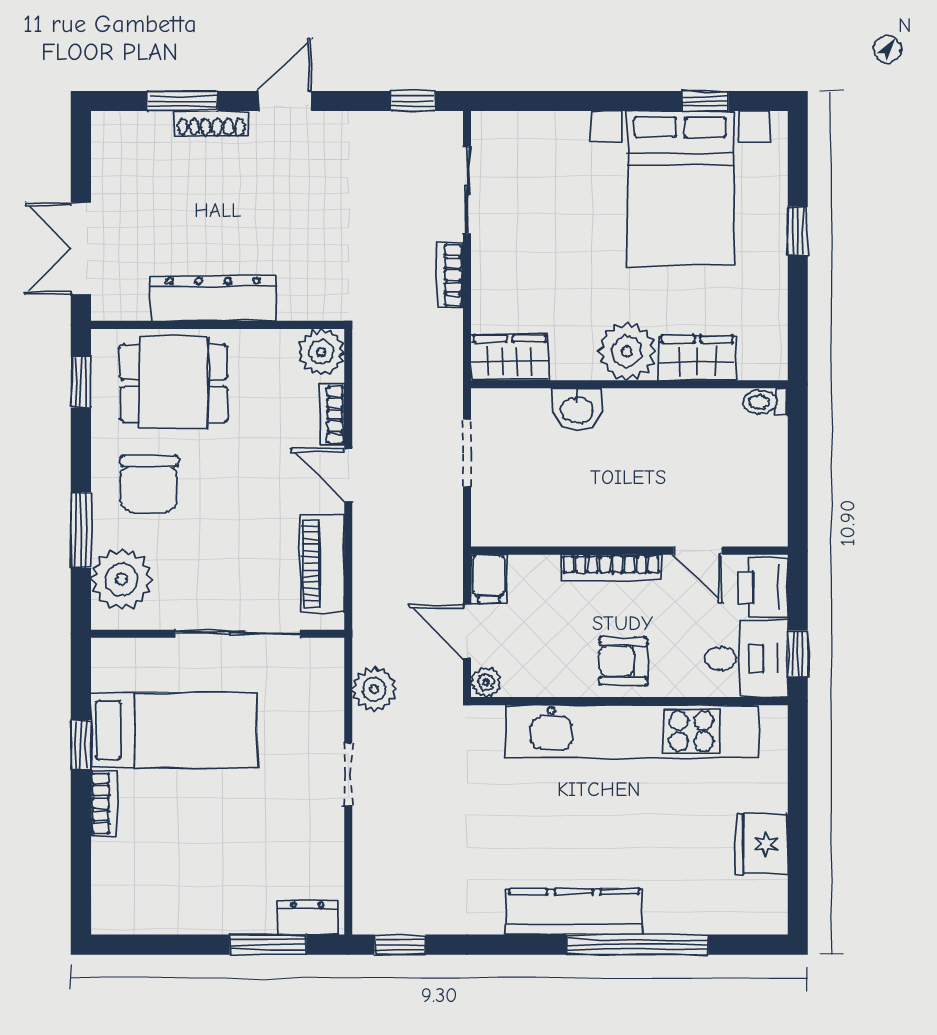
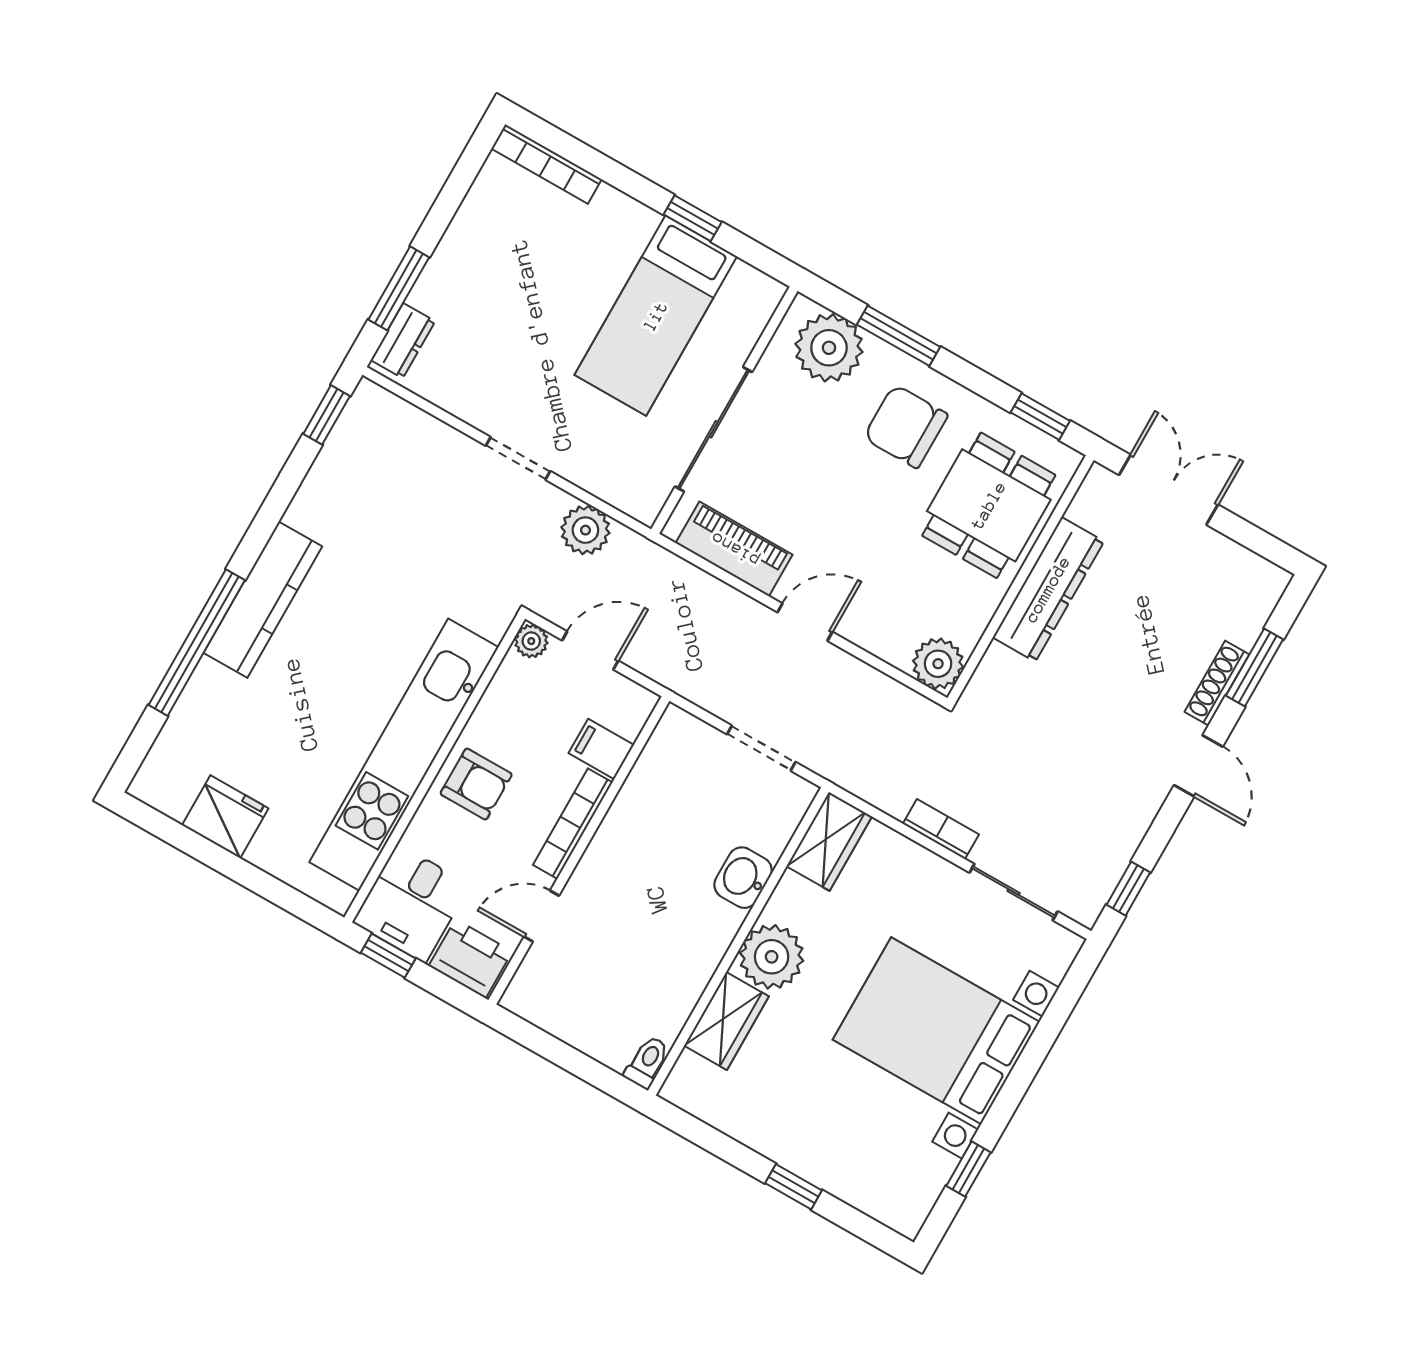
bed with nightstands: (680, 188) -> (936, 1031), moved
bookcase: (332, 415) -> (872, 640), removed
filing cabinet: (489, 579) -> (601, 749), moved
armchair: (623, 661) -> (476, 784), turned 90
bookcase: (104, 803) -> (546, 164), moved, width x1.56

